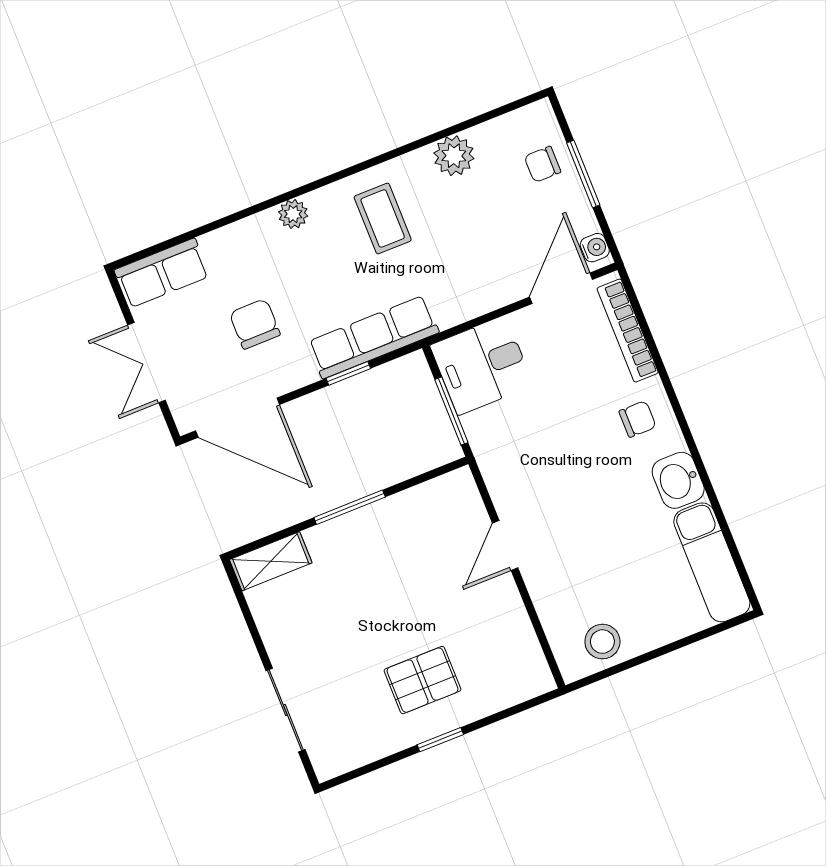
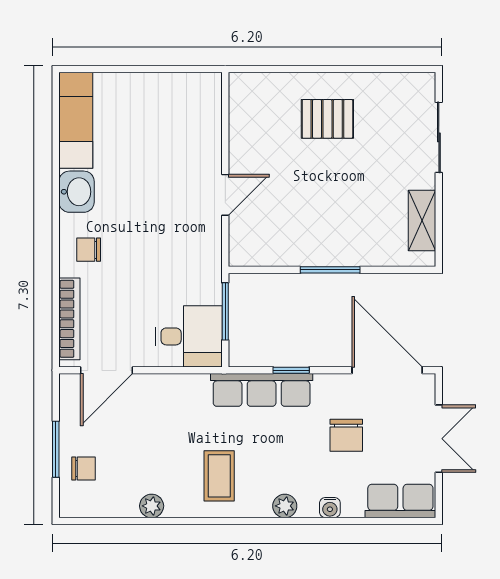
plant: (454, 156) -> (152, 506), width x0.73, depth x0.73
water cooler: (595, 248) -> (330, 508), moved, turned -90
shelving: (271, 561) -> (422, 221), moved, turned 90
stool: (602, 642) -> (181, 94), removed
window: (440, 740) -> (332, 69), removed

